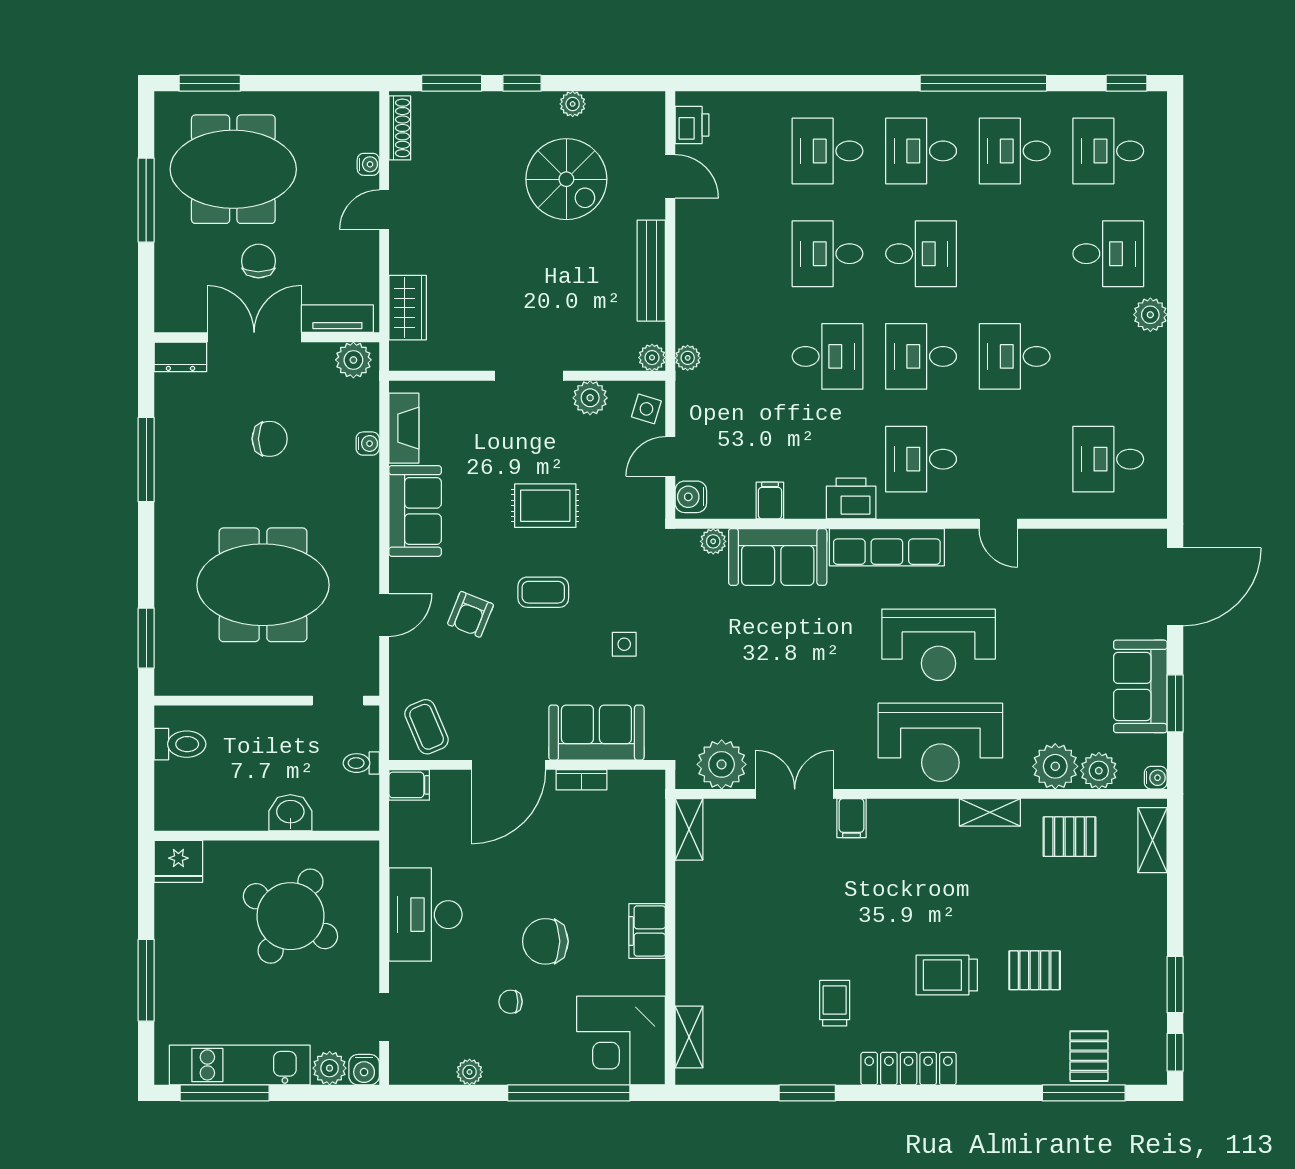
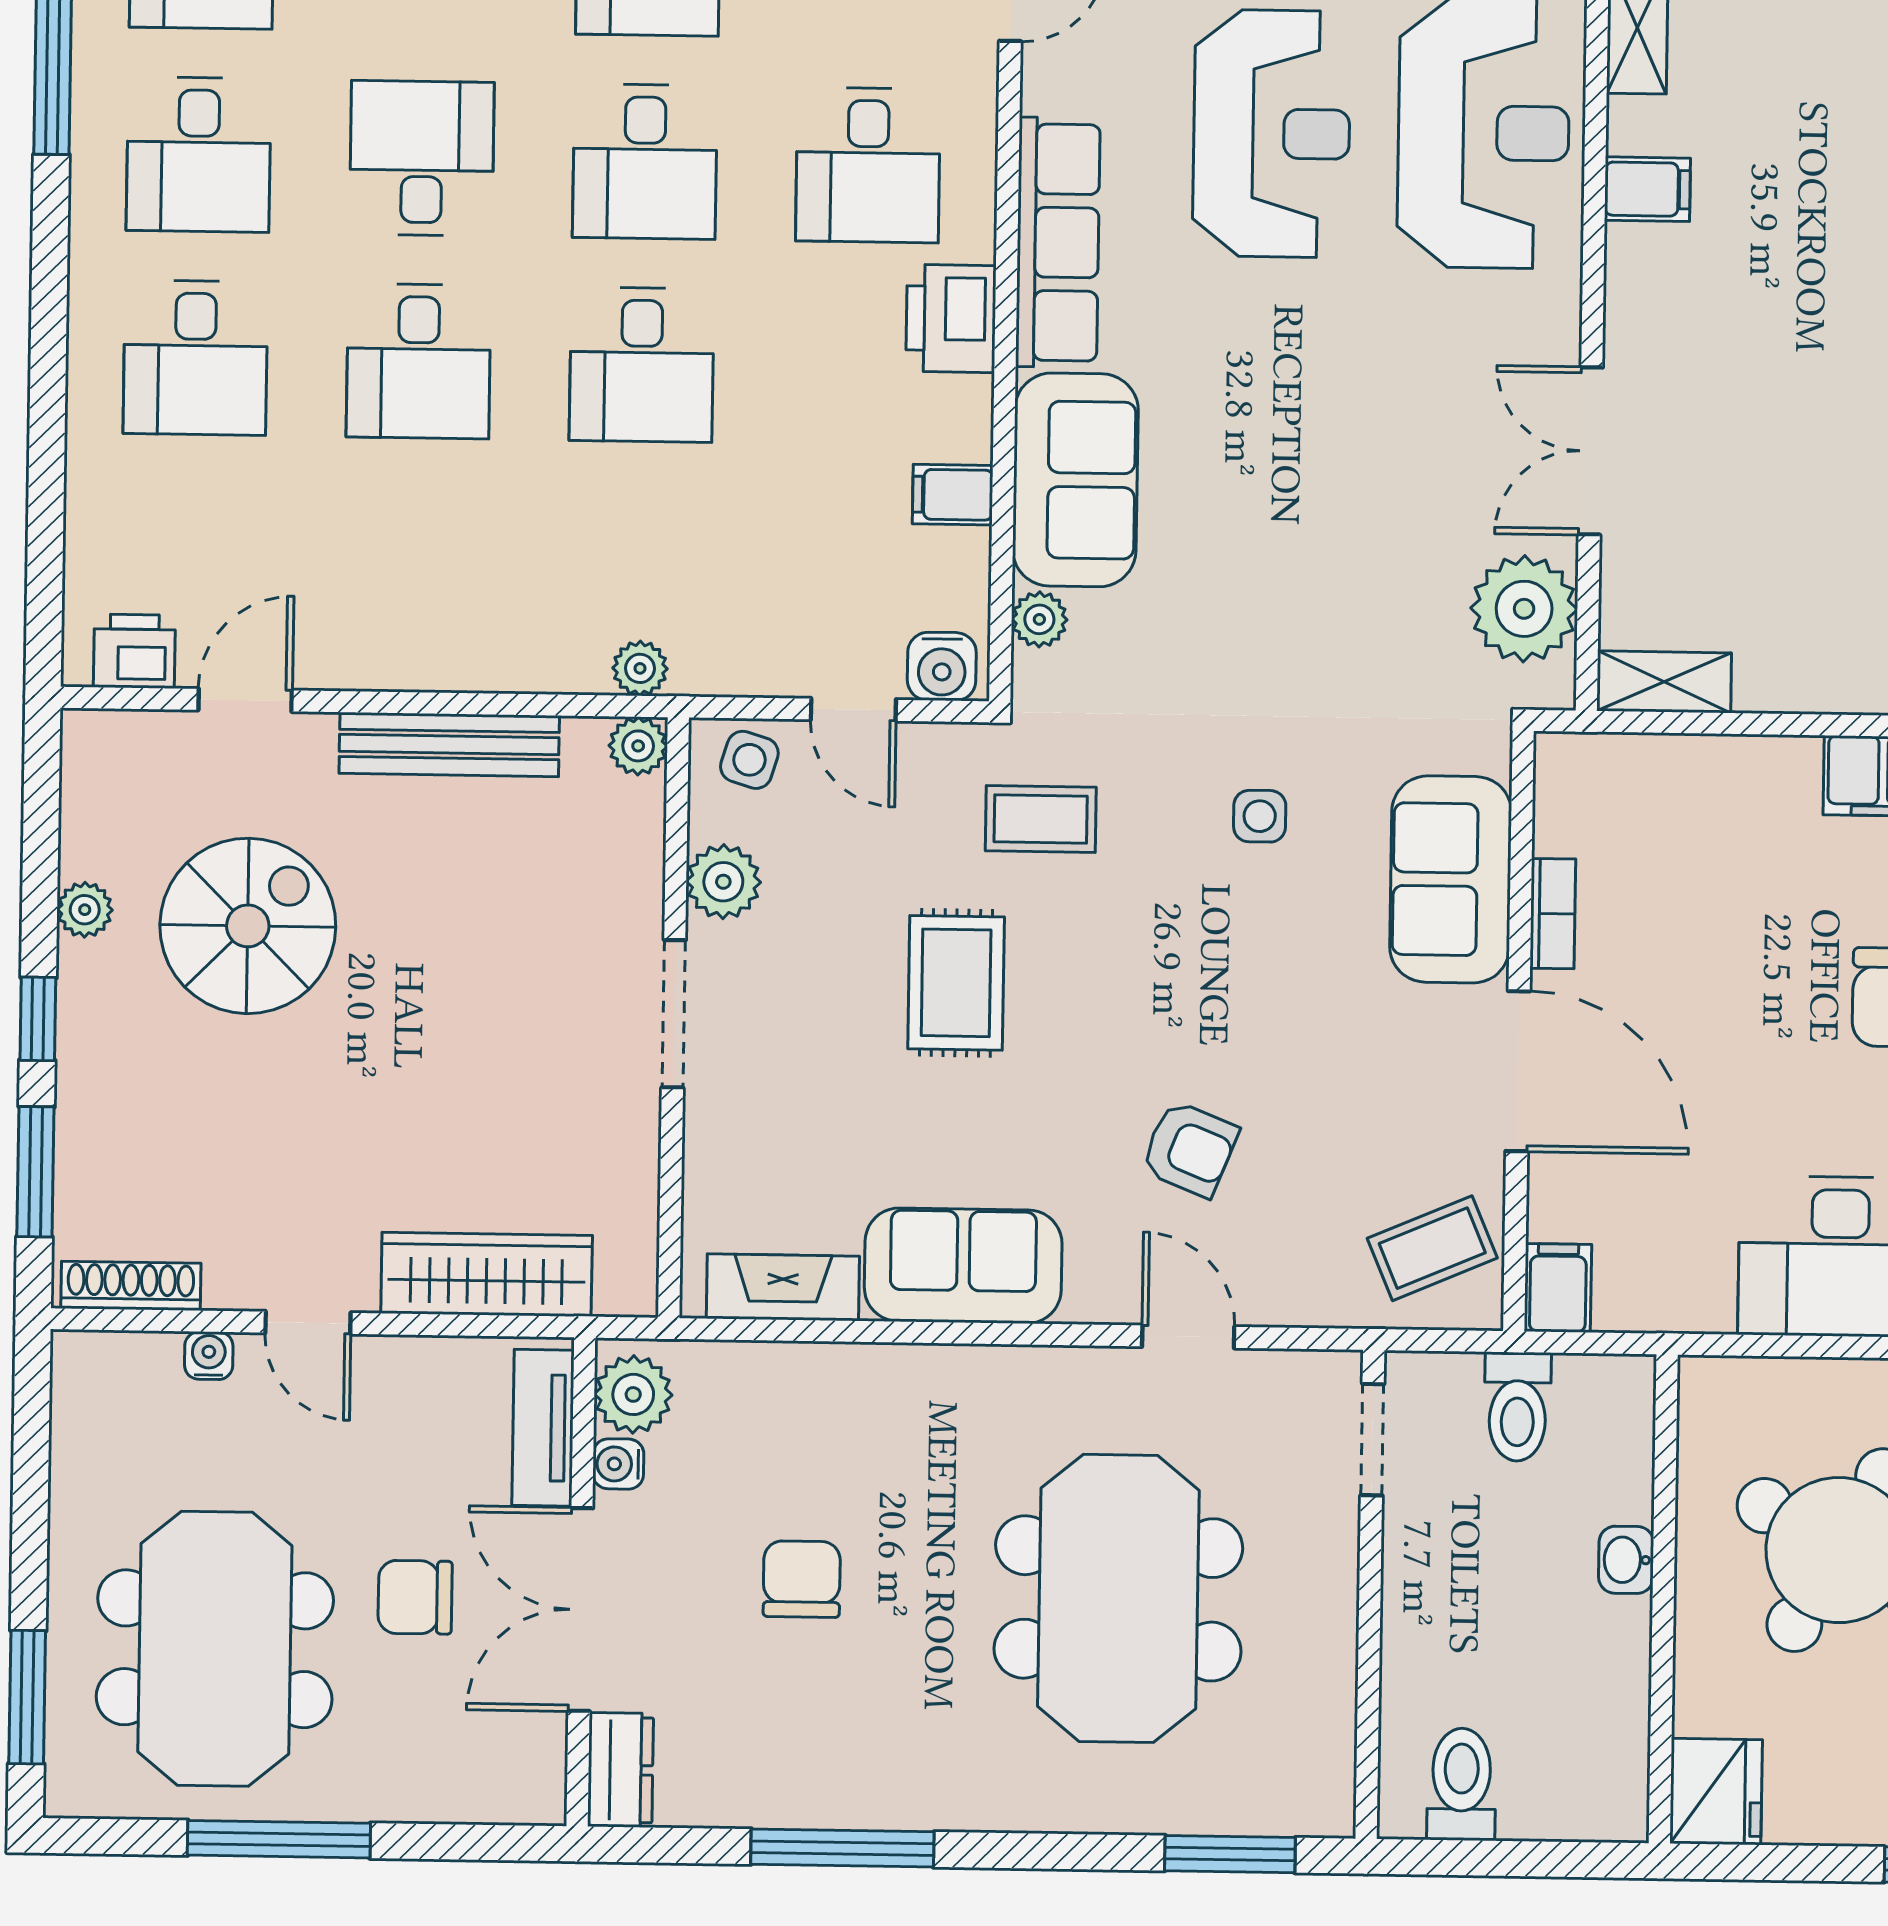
wardrobe: (408, 308) -> (487, 1274), width x1.50
desk: (828, 356) -> (642, 365), turned 180
water cooler: (368, 444) -> (618, 1464), moved, turned -90
coffee table: (543, 592) -> (1041, 819), moved, turned 90
toilet: (361, 763) -> (1517, 1407), width x1.37, depth x1.39
washbasin: (290, 813) -> (1626, 1560), width x0.72, depth x0.69
filing cabinet: (851, 818) -> (1647, 189), moved

